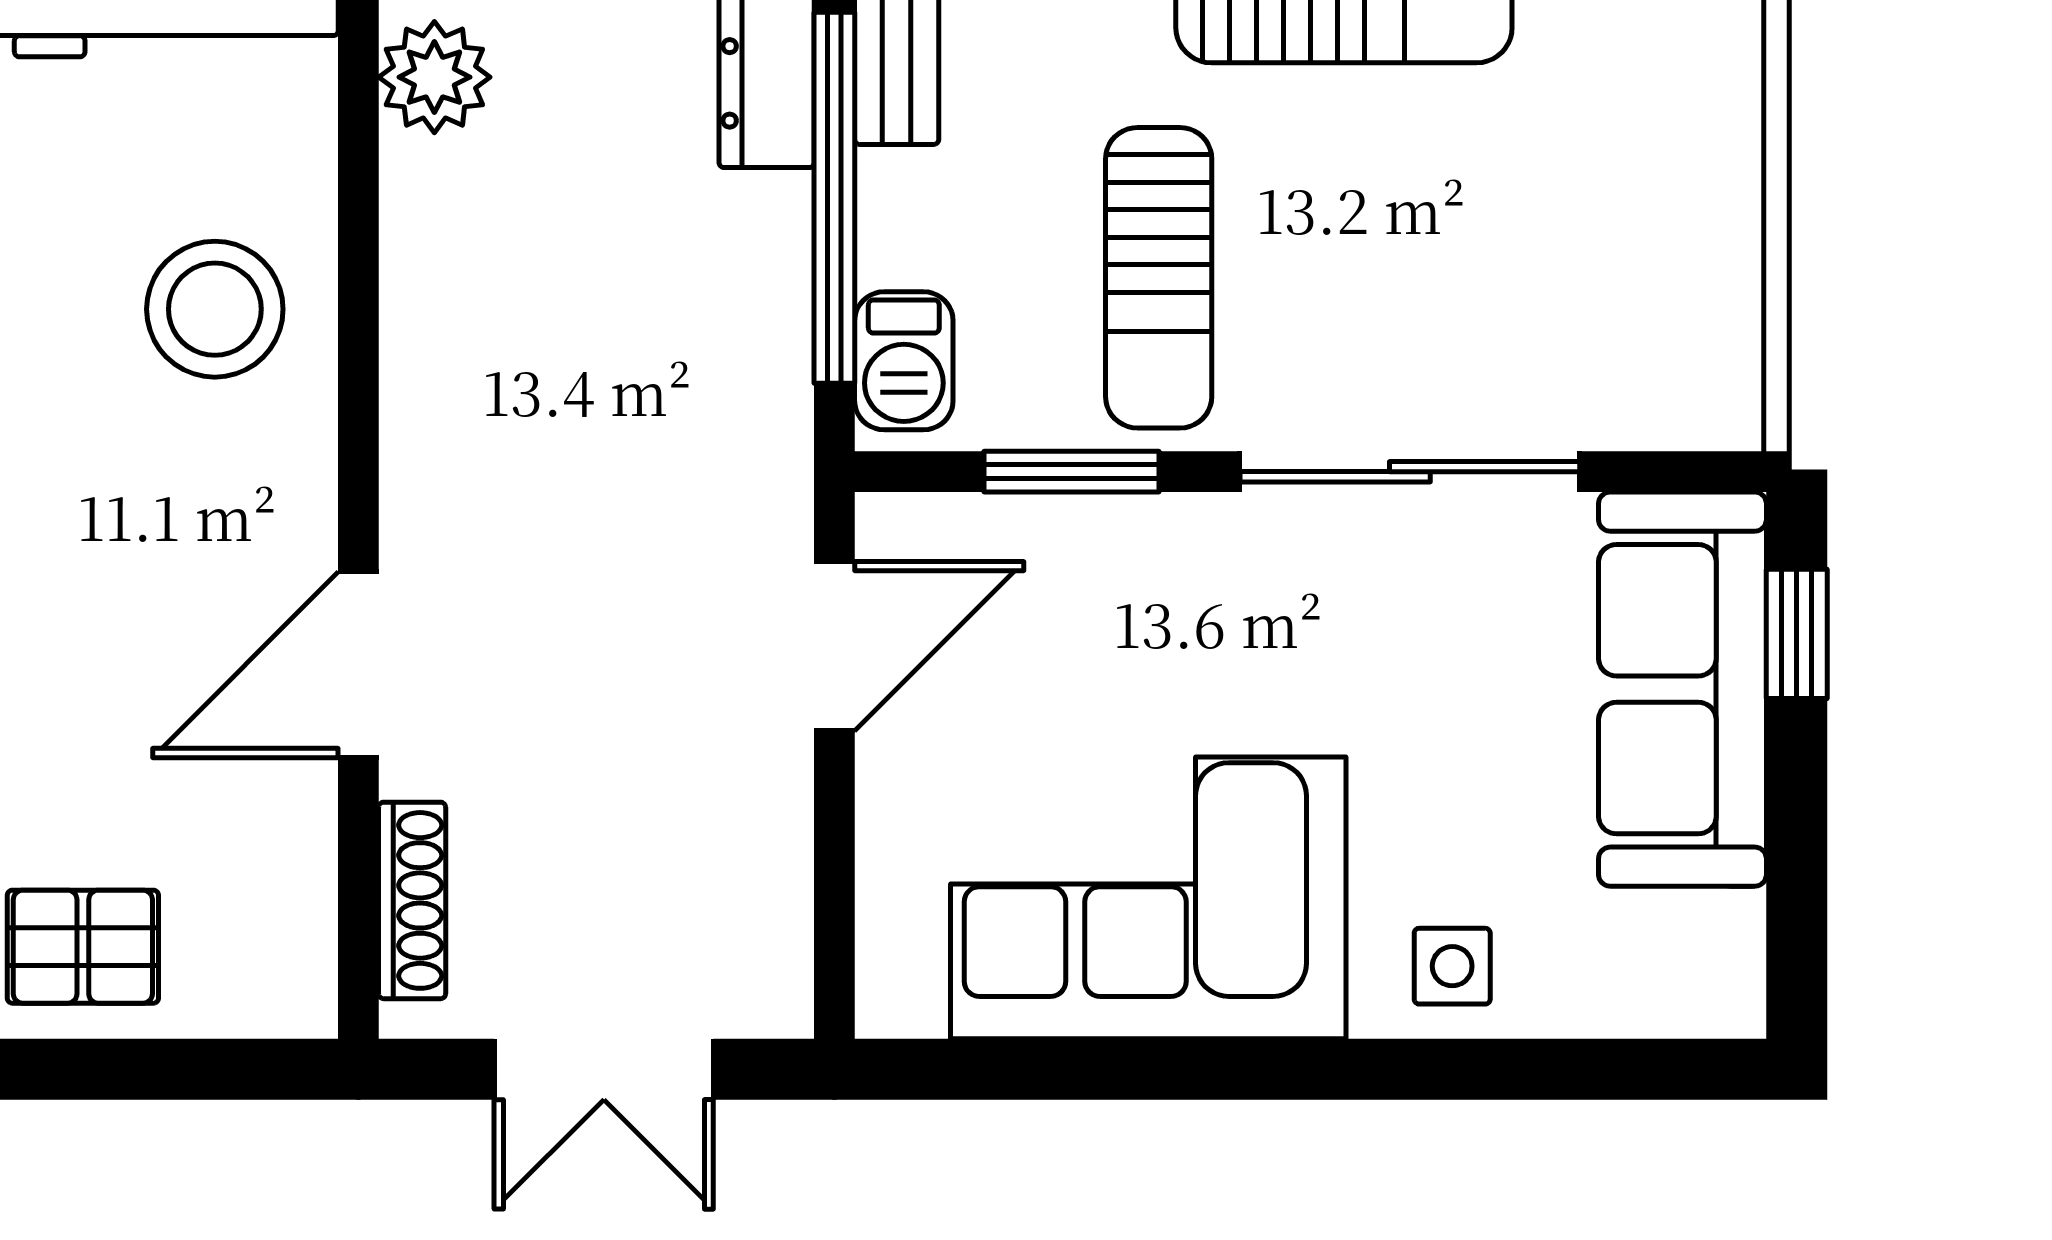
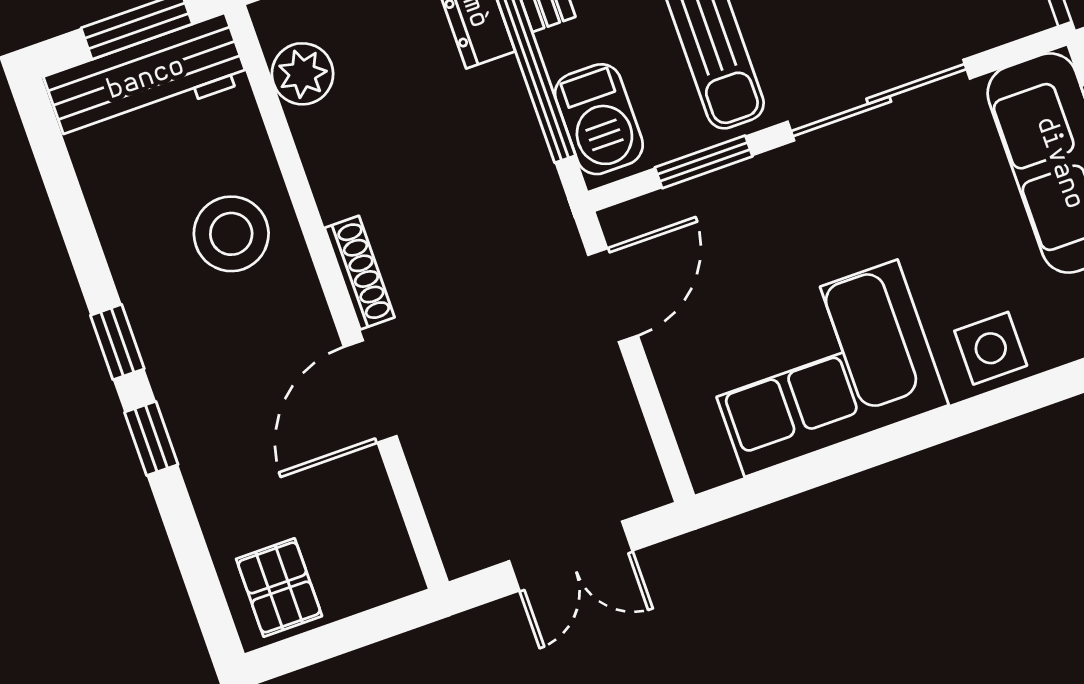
barbecue: (904, 361) -> (599, 119), width x1.38, depth x1.27
shoe rack: (412, 900) -> (360, 273), moved
pallet: (83, 947) -> (279, 587), turned 90
side table: (1452, 966) -> (991, 348), width x1.37, depth x1.37

